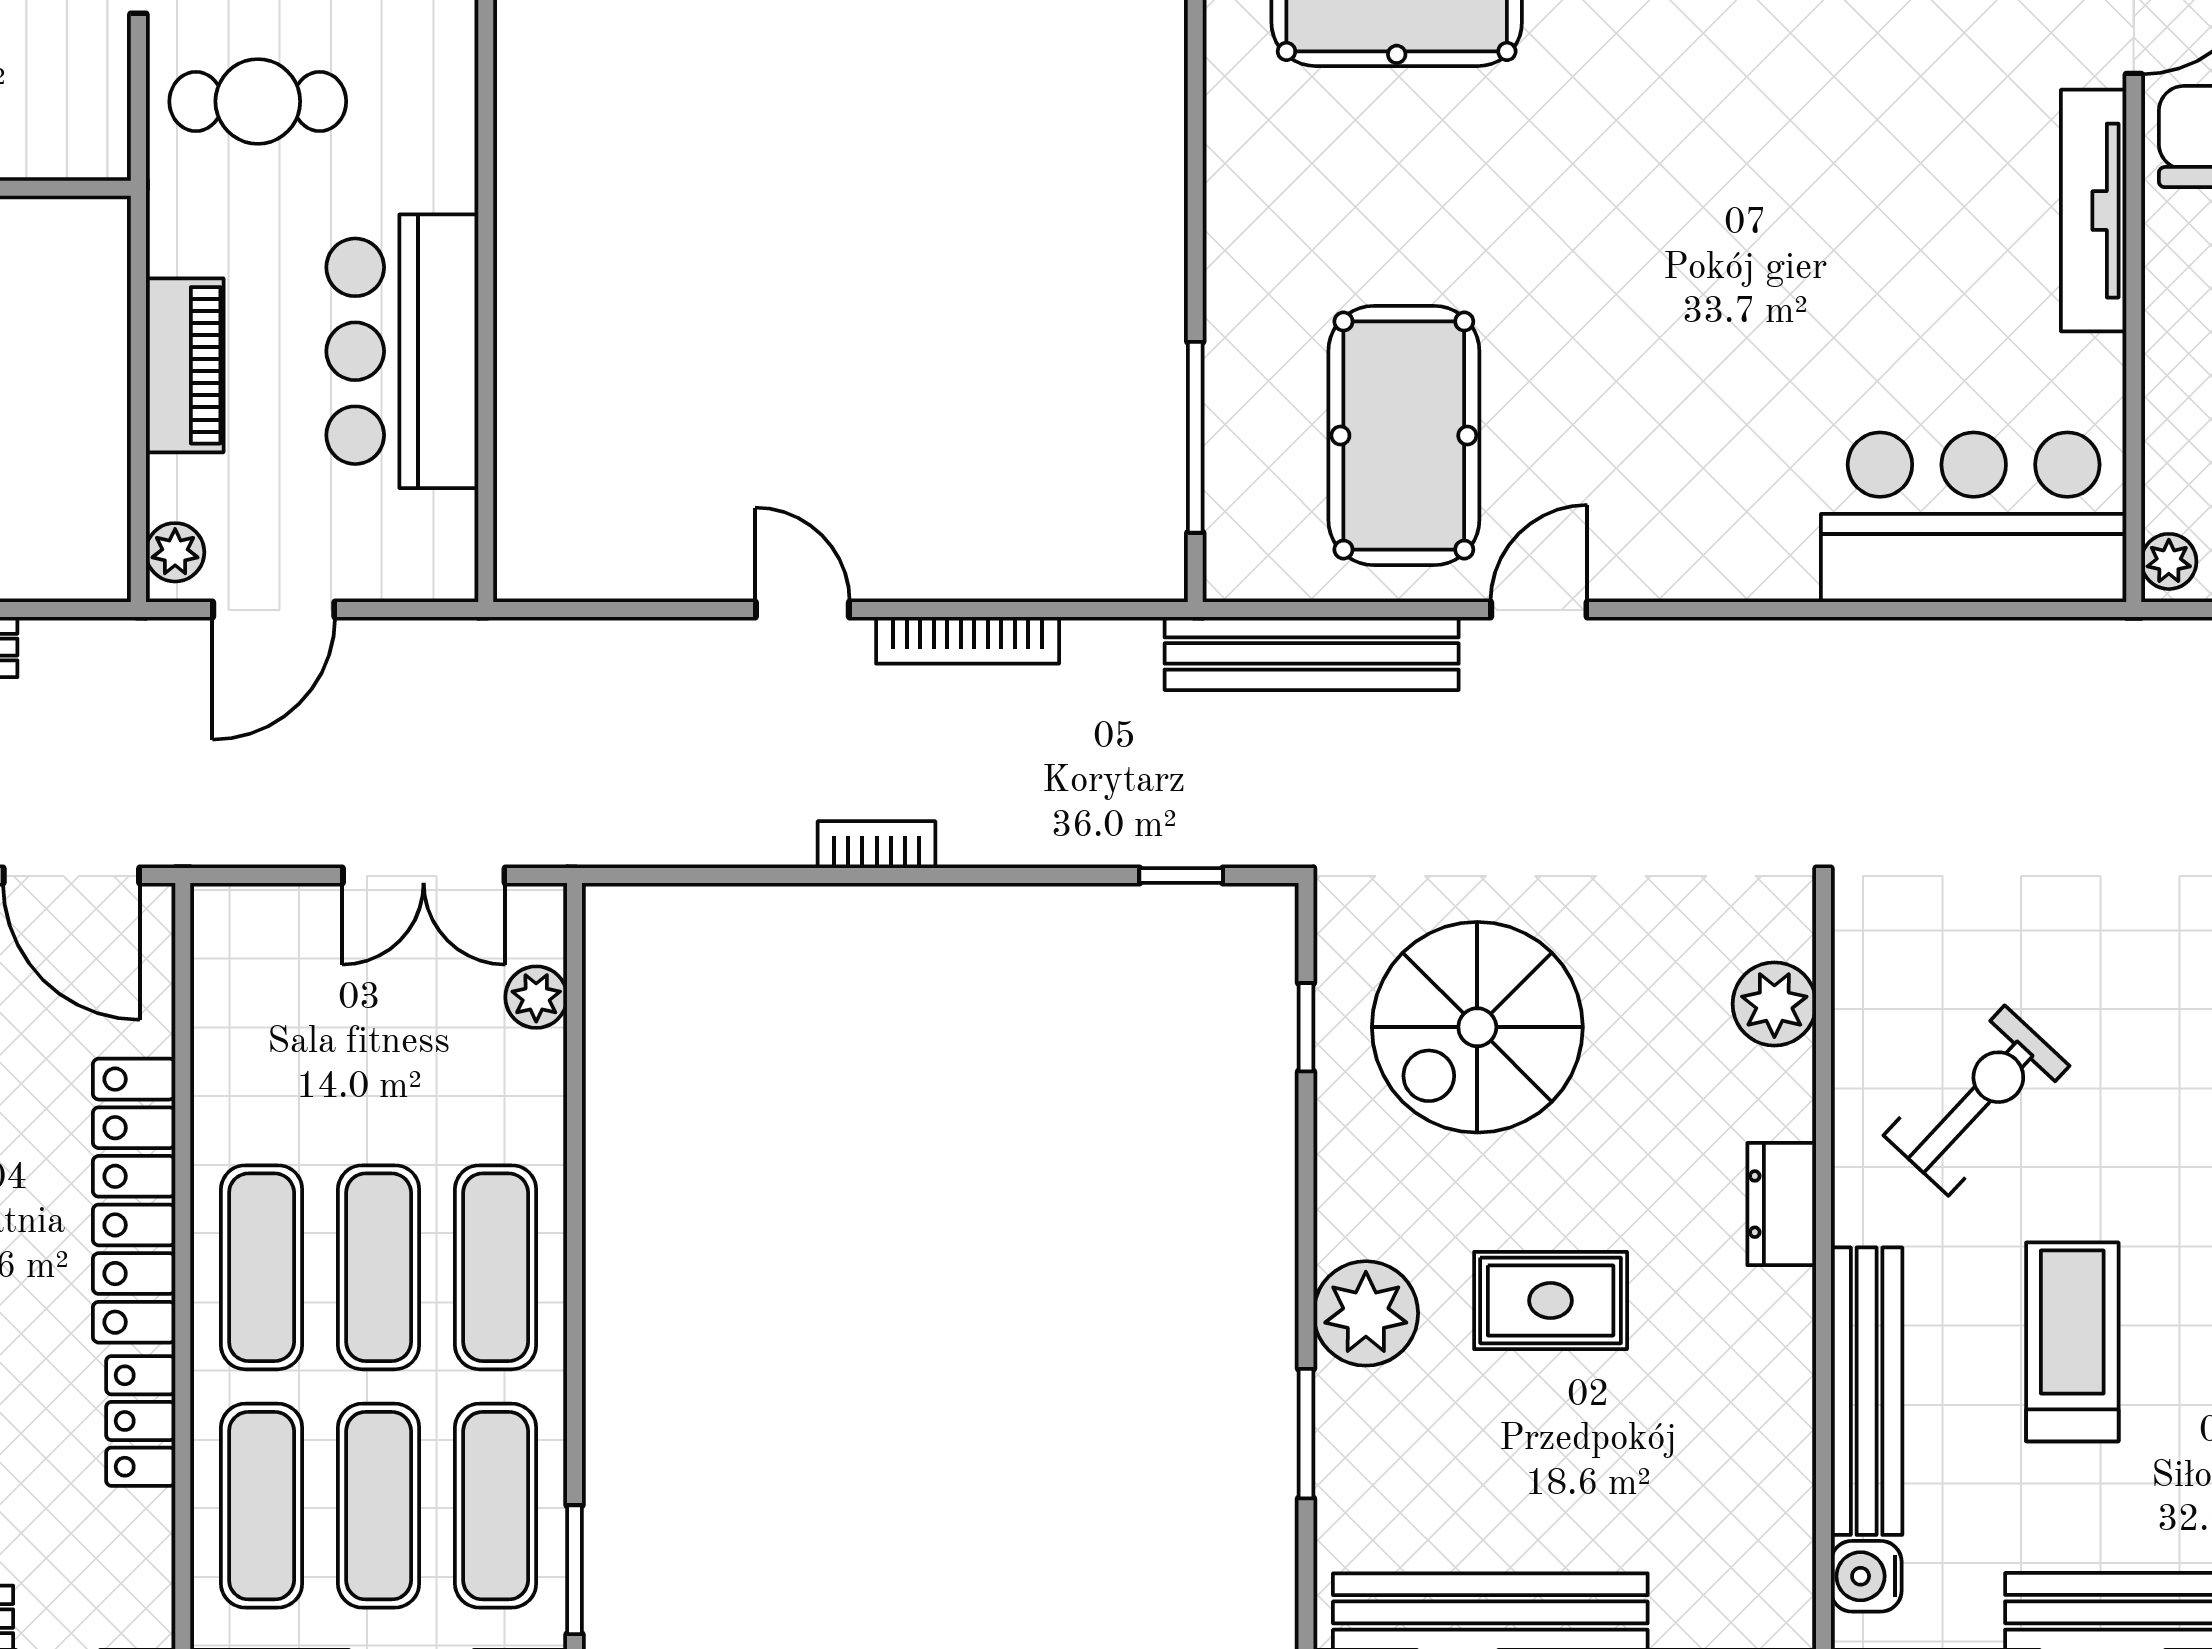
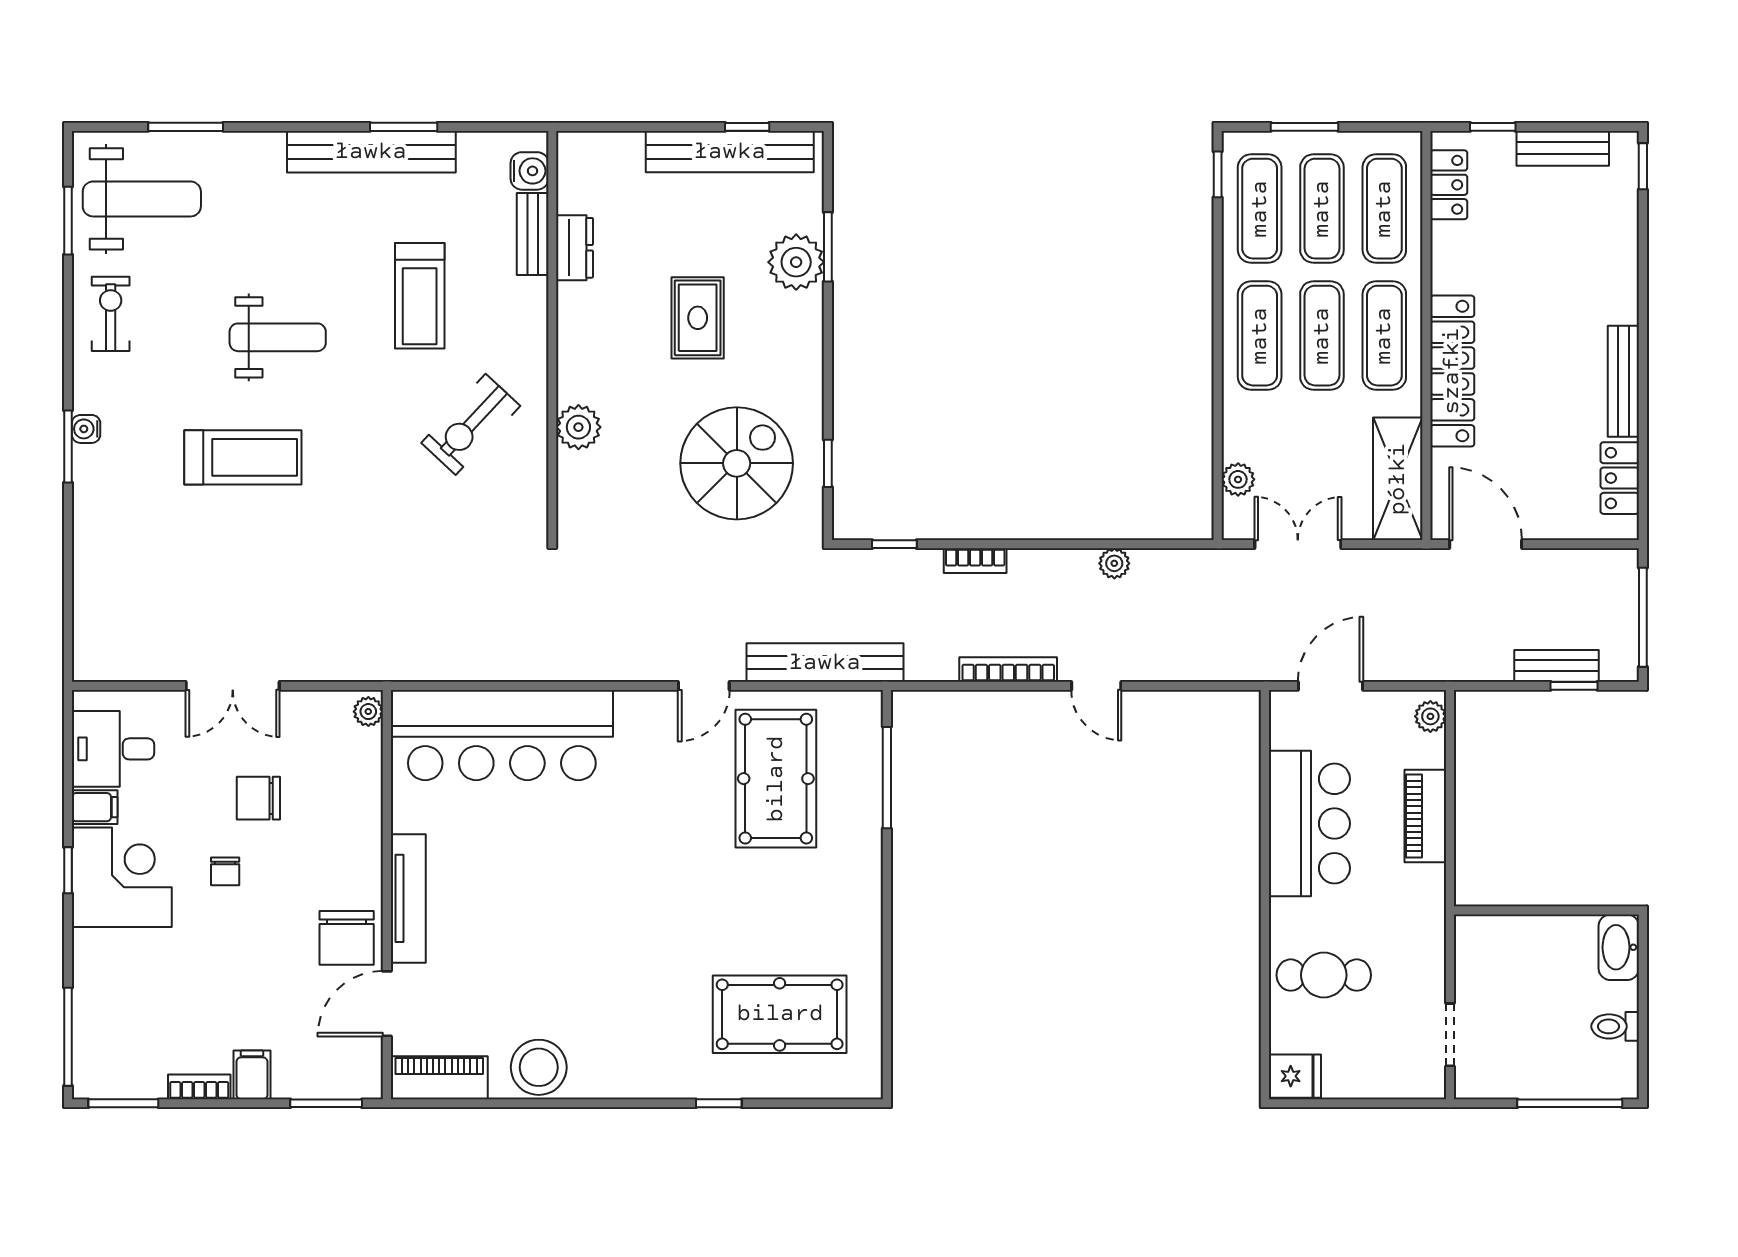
cafe table: (258, 101) -> (1324, 975), moved
bar counter: (1974, 517) -> (502, 735), width x1.36
door: (274, 610) -> (1330, 686), moved
plant: (768, 840) -> (1114, 563), added
bookcase: (877, 845) -> (975, 561), moved
shelving: (236, 998) -> (1398, 479), added
plant: (1774, 1004) -> (578, 427), moved
dresser: (1782, 1204) -> (575, 248), moved
rug: (1551, 1301) -> (698, 318), turned 90
plant: (1366, 1313) -> (796, 262), moved
bench: (1867, 1391) -> (533, 234), width x0.54, depth x0.82
locker: (141, 1421) -> (1449, 185), moved
window: (574, 1570) -> (1218, 174), width x0.67

